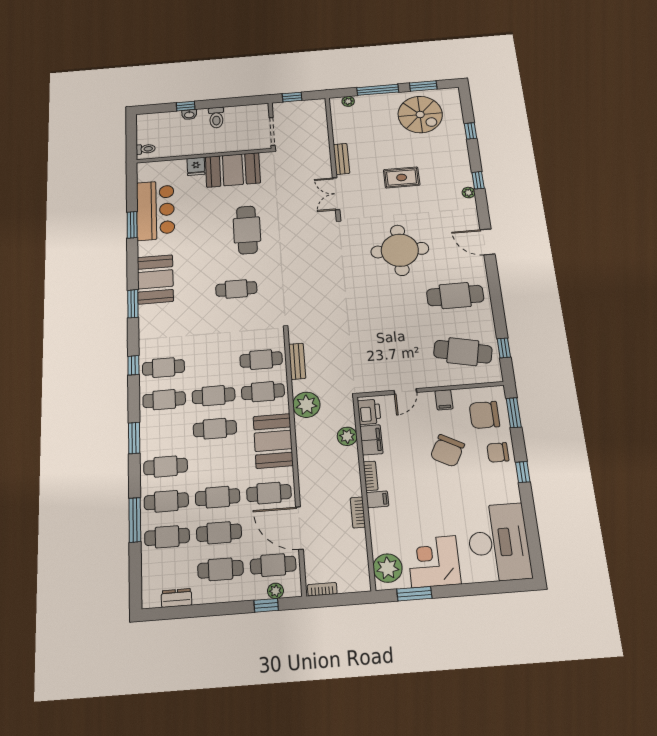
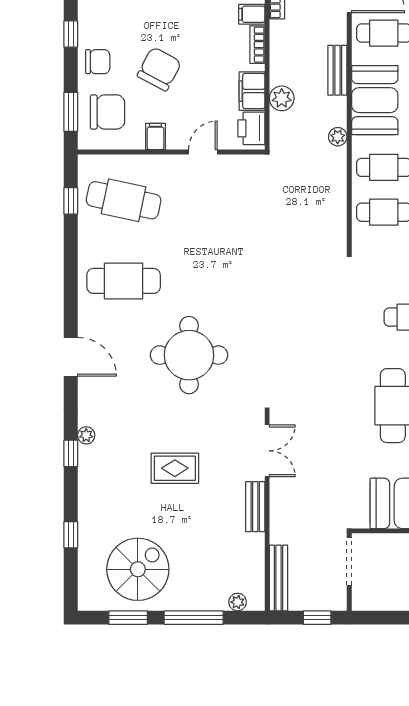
spiral stairs: (420, 115) -> (138, 569), turned 90
bench: (321, 118) -> (279, 578), added
bench: (297, 361) -> (337, 70), moved
plant: (306, 405) -> (338, 137), width x0.53, depth x0.53

